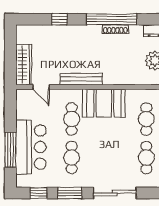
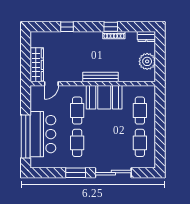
window: (112, 19) -> (111, 27), width x0.32
bench: (81, 79) -> (101, 77), moved
door: (41, 87) -> (51, 84), hinge flipped
window: (10, 150) -> (26, 136), width x1.46
window: (38, 193) -> (49, 173), removed

